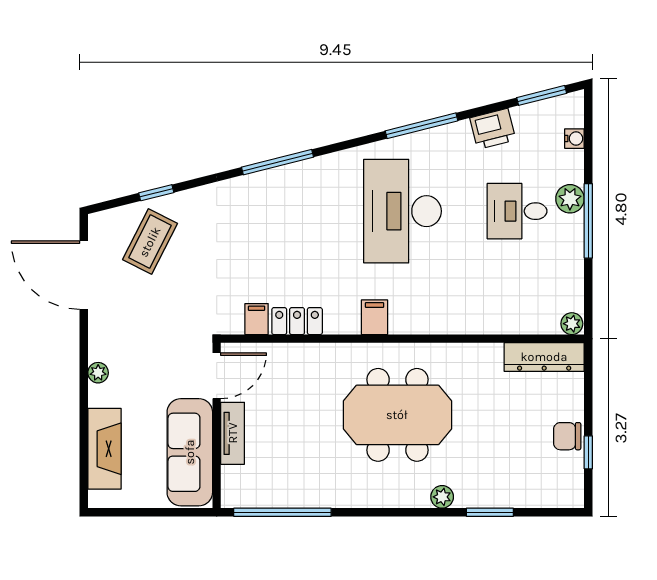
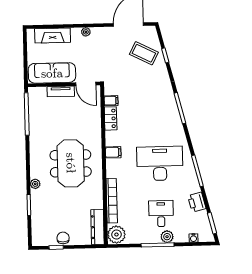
bookcase: (485, 323) -> (112, 201), added
plant: (572, 324) -> (116, 235), width x1.87, depth x1.87

